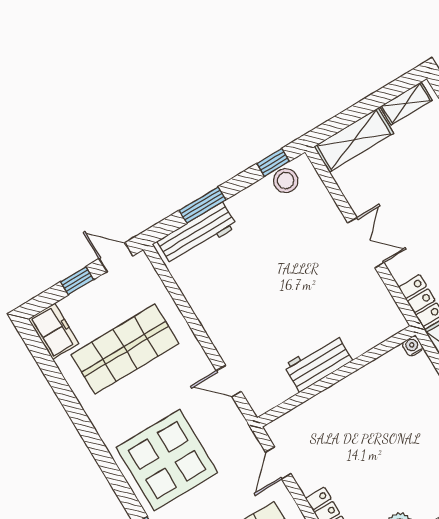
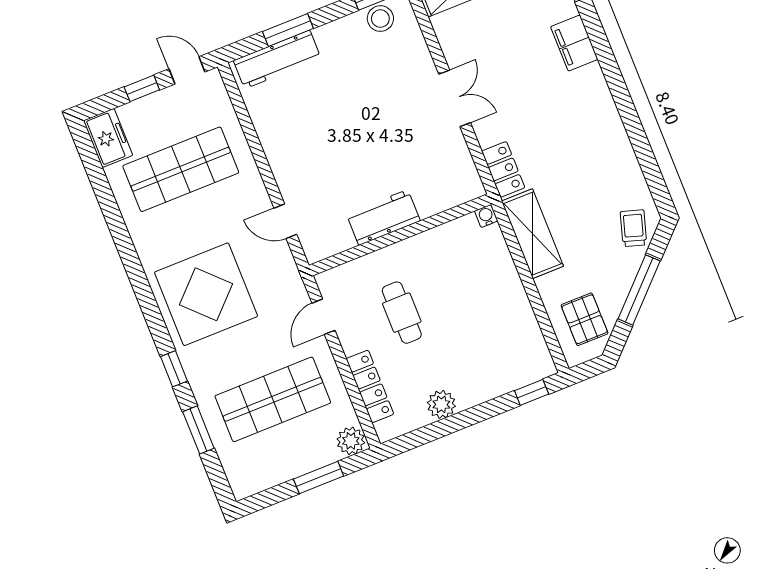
cafe table: (349, 447) -> (402, 313), added

